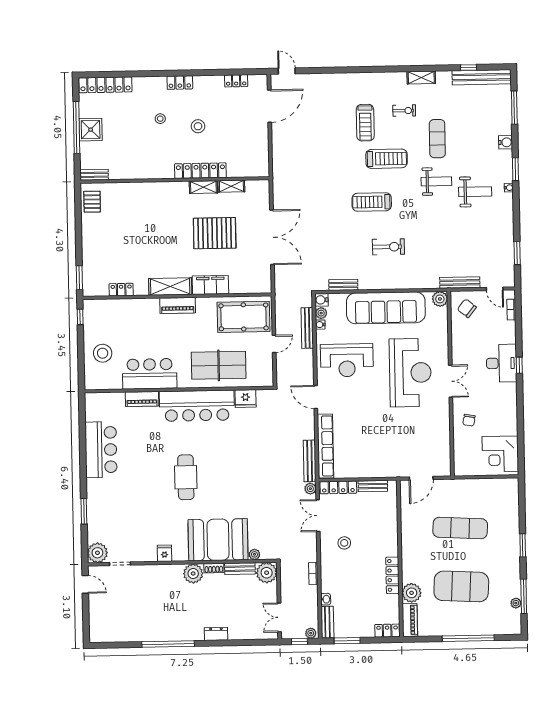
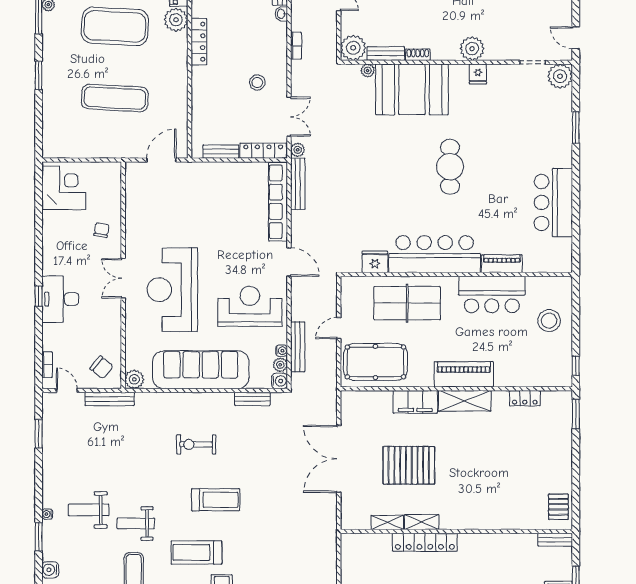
piano: (178, 305) -> (464, 374), width x1.37, depth x1.33
plant: (193, 573) -> (472, 49), moved

